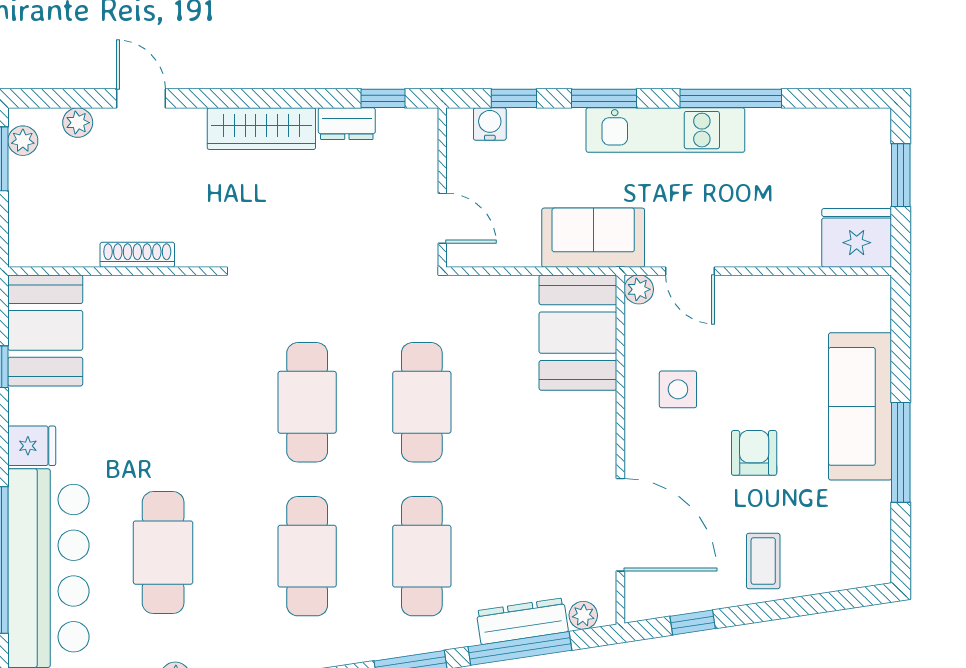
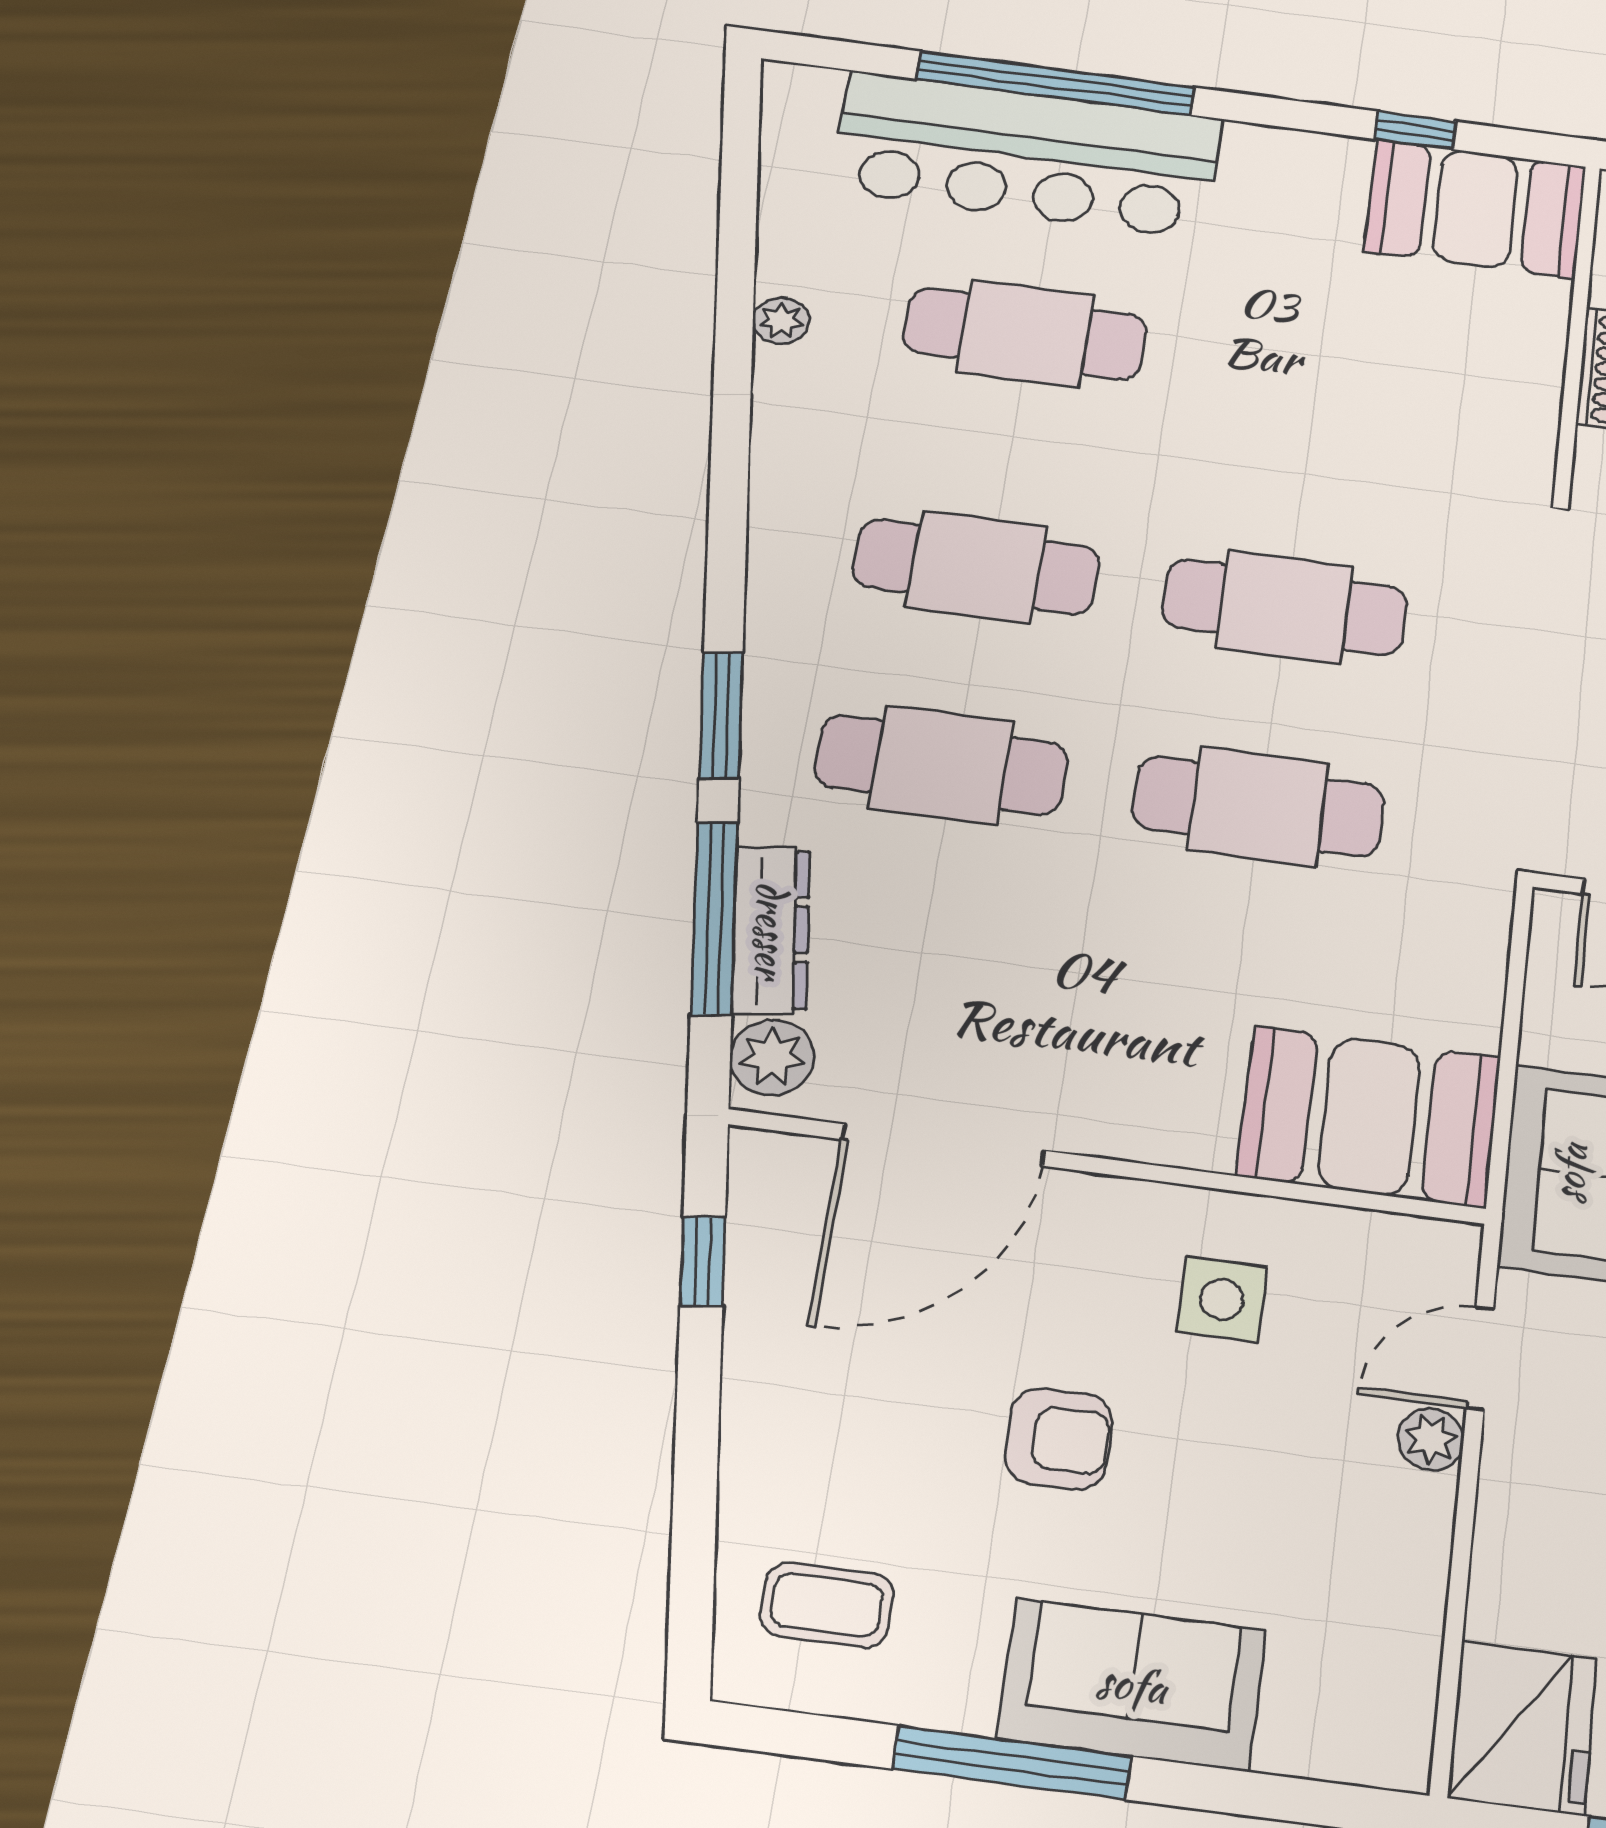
plant: (639, 289) -> (1431, 1439), moved
sofa: (860, 406) -> (1132, 1684), width x0.73
fridge: (32, 446) -> (1261, 160), removed
coffee table: (763, 561) -> (827, 1605), moved
plant: (583, 615) -> (772, 1057), width x1.38, depth x1.38

